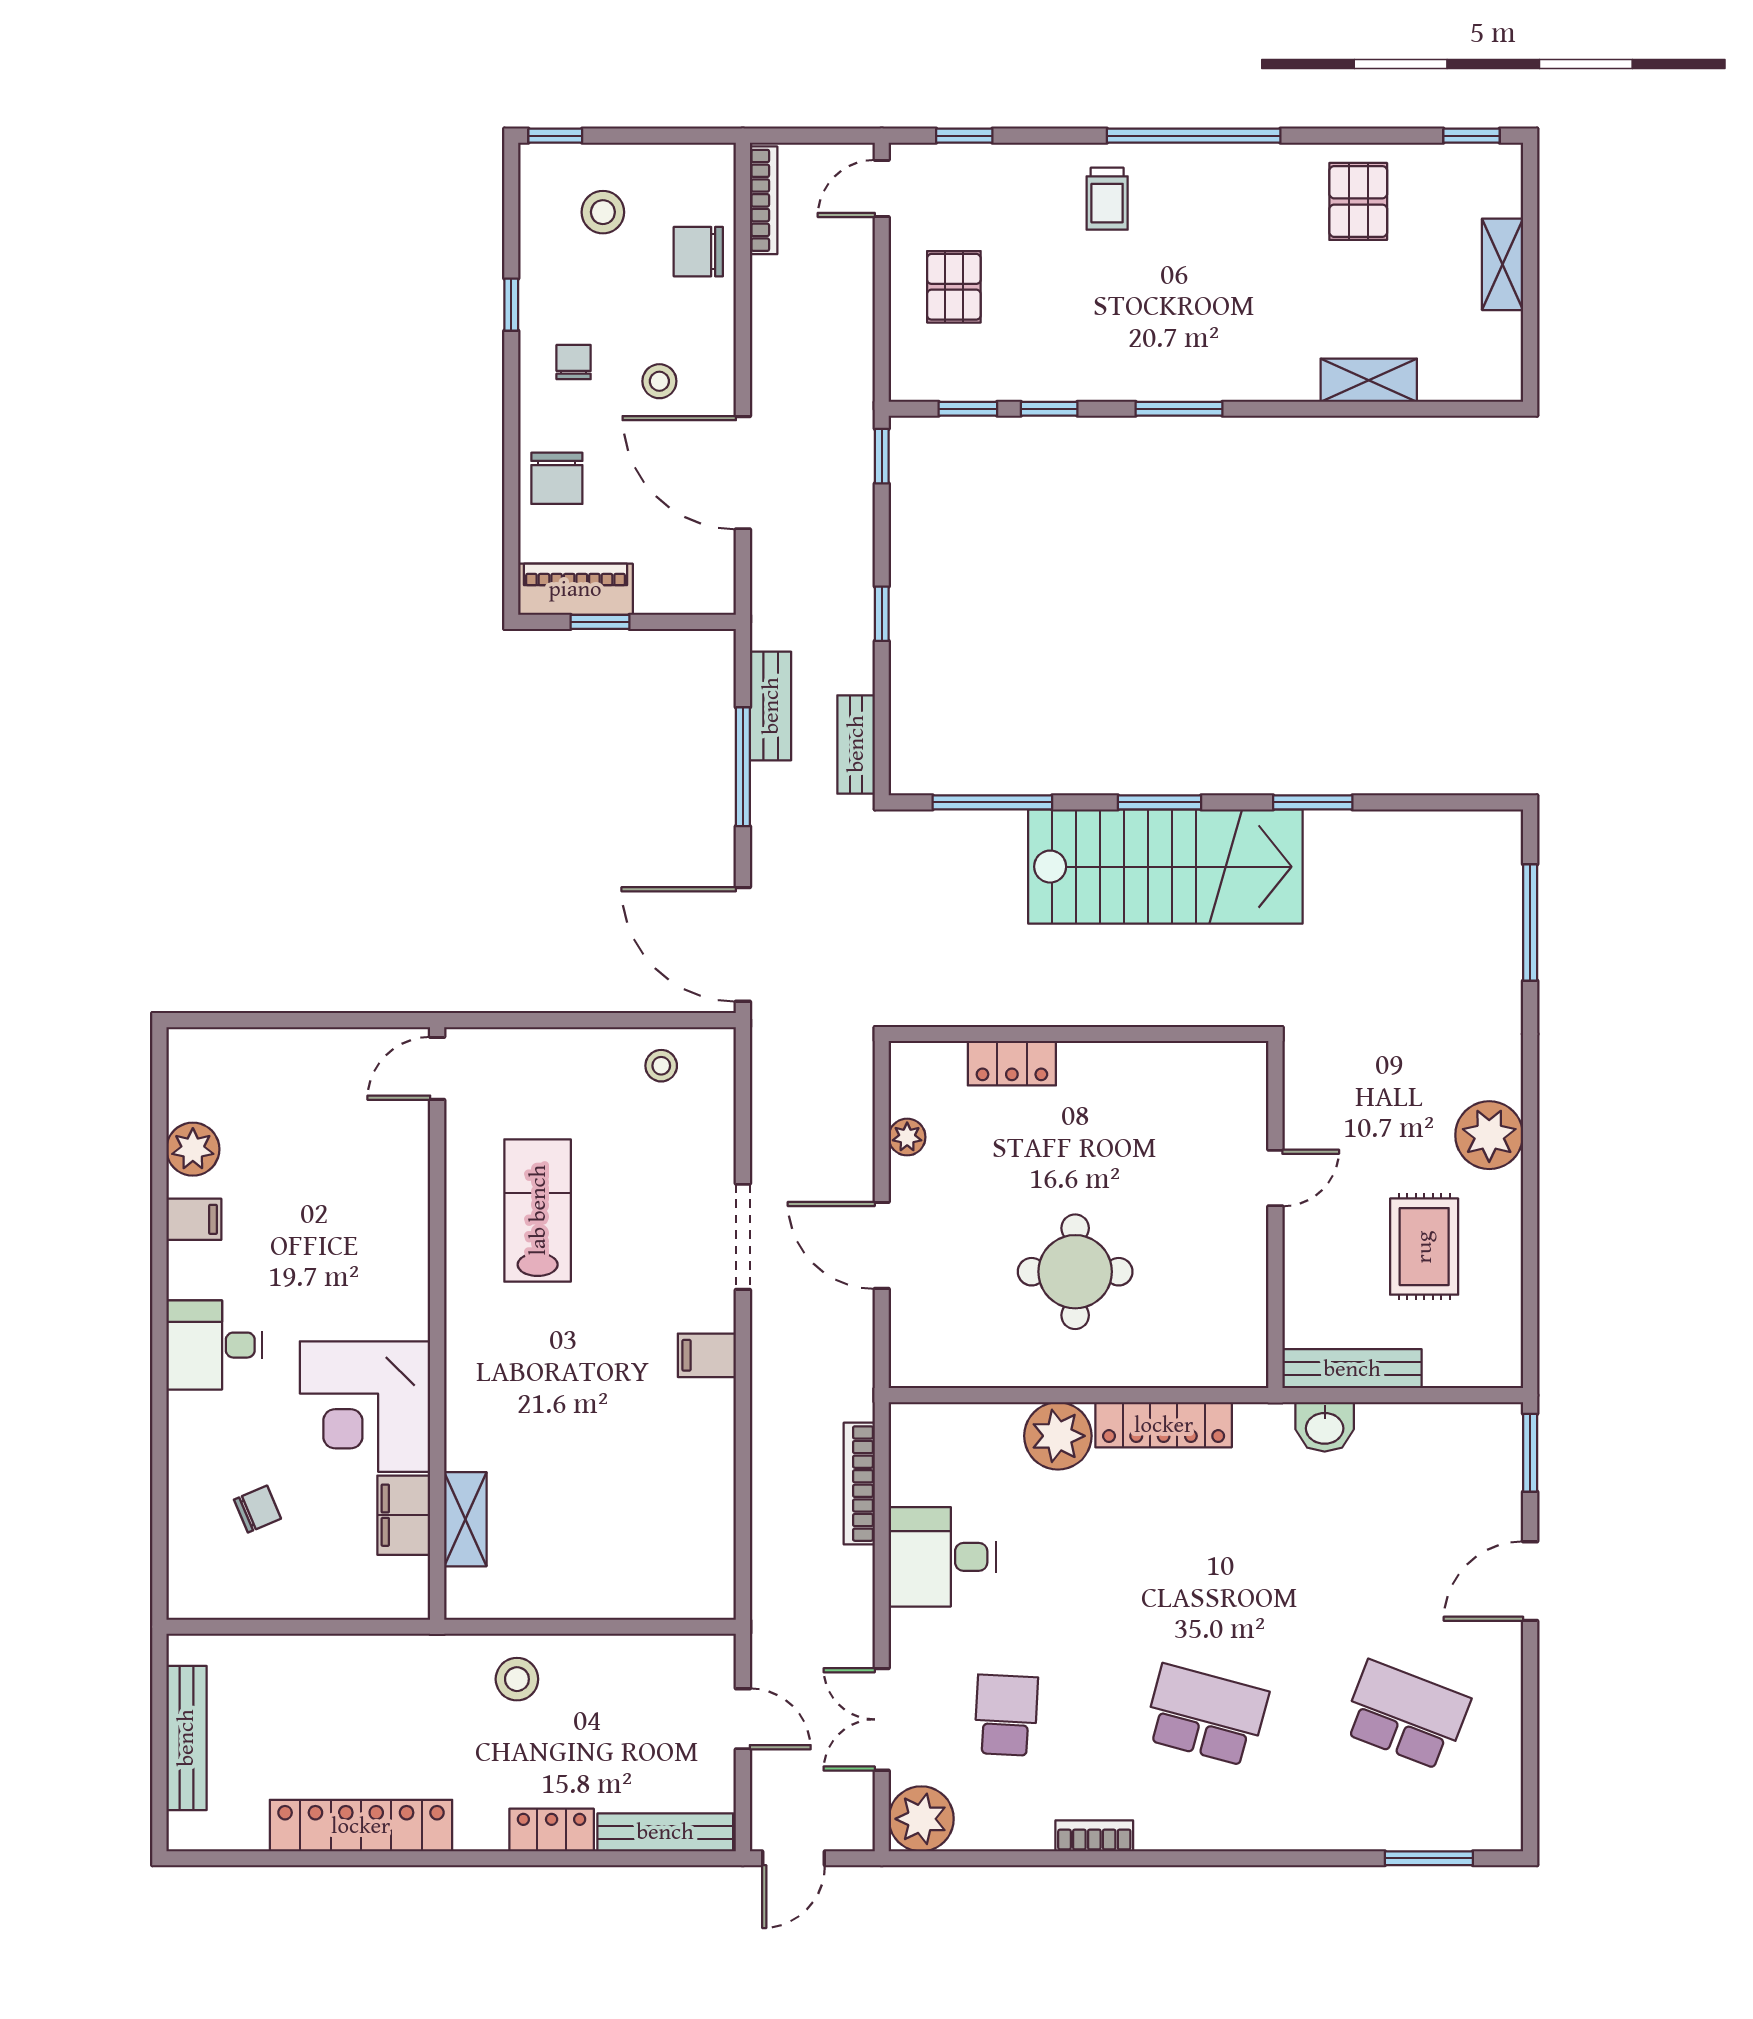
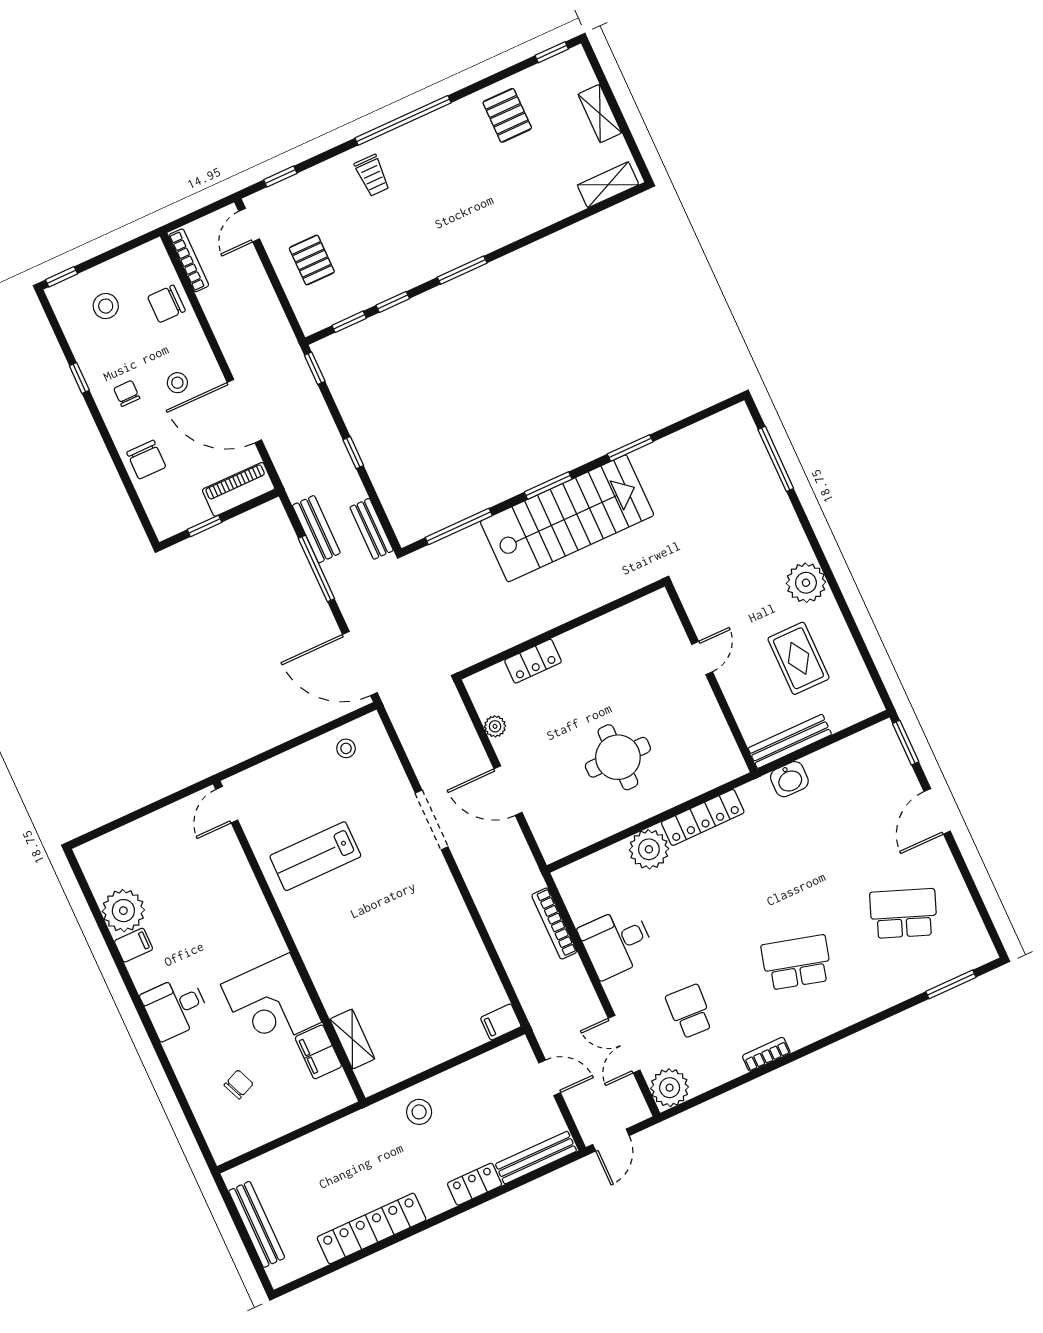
shelving: (1369, 380) -> (608, 185), moved
piano: (575, 589) -> (238, 489), moved
plant: (193, 1149) -> (123, 911), width x1.36, depth x1.36
lab bench: (538, 1210) -> (315, 856), turned -90
filing cabinet: (707, 1355) -> (501, 1022), moved

